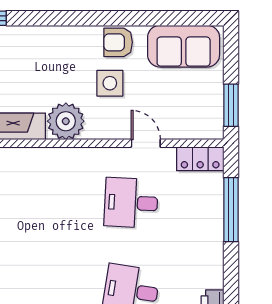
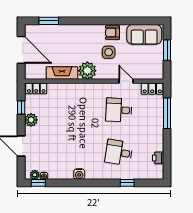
window: (231, 105) -> (167, 50), moved

